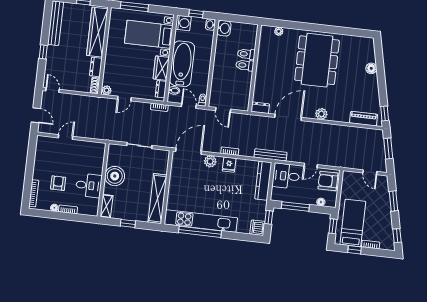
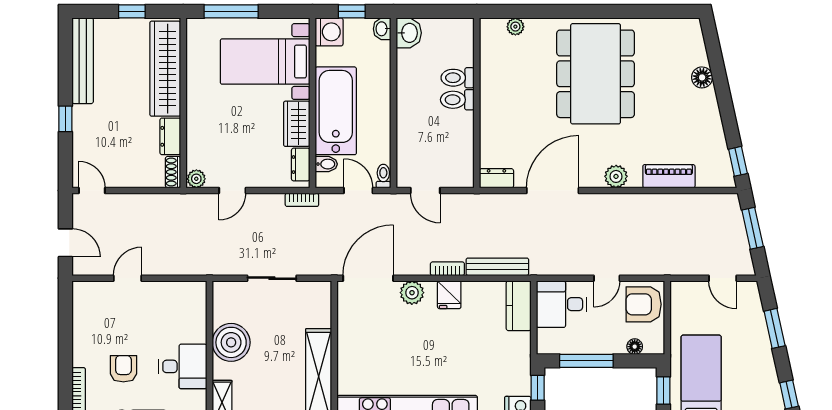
piano: (364, 119) -> (669, 176), moved
bench: (270, 155) -> (497, 267), moved
kitchen counter: (263, 181) -> (519, 306), width x0.67

